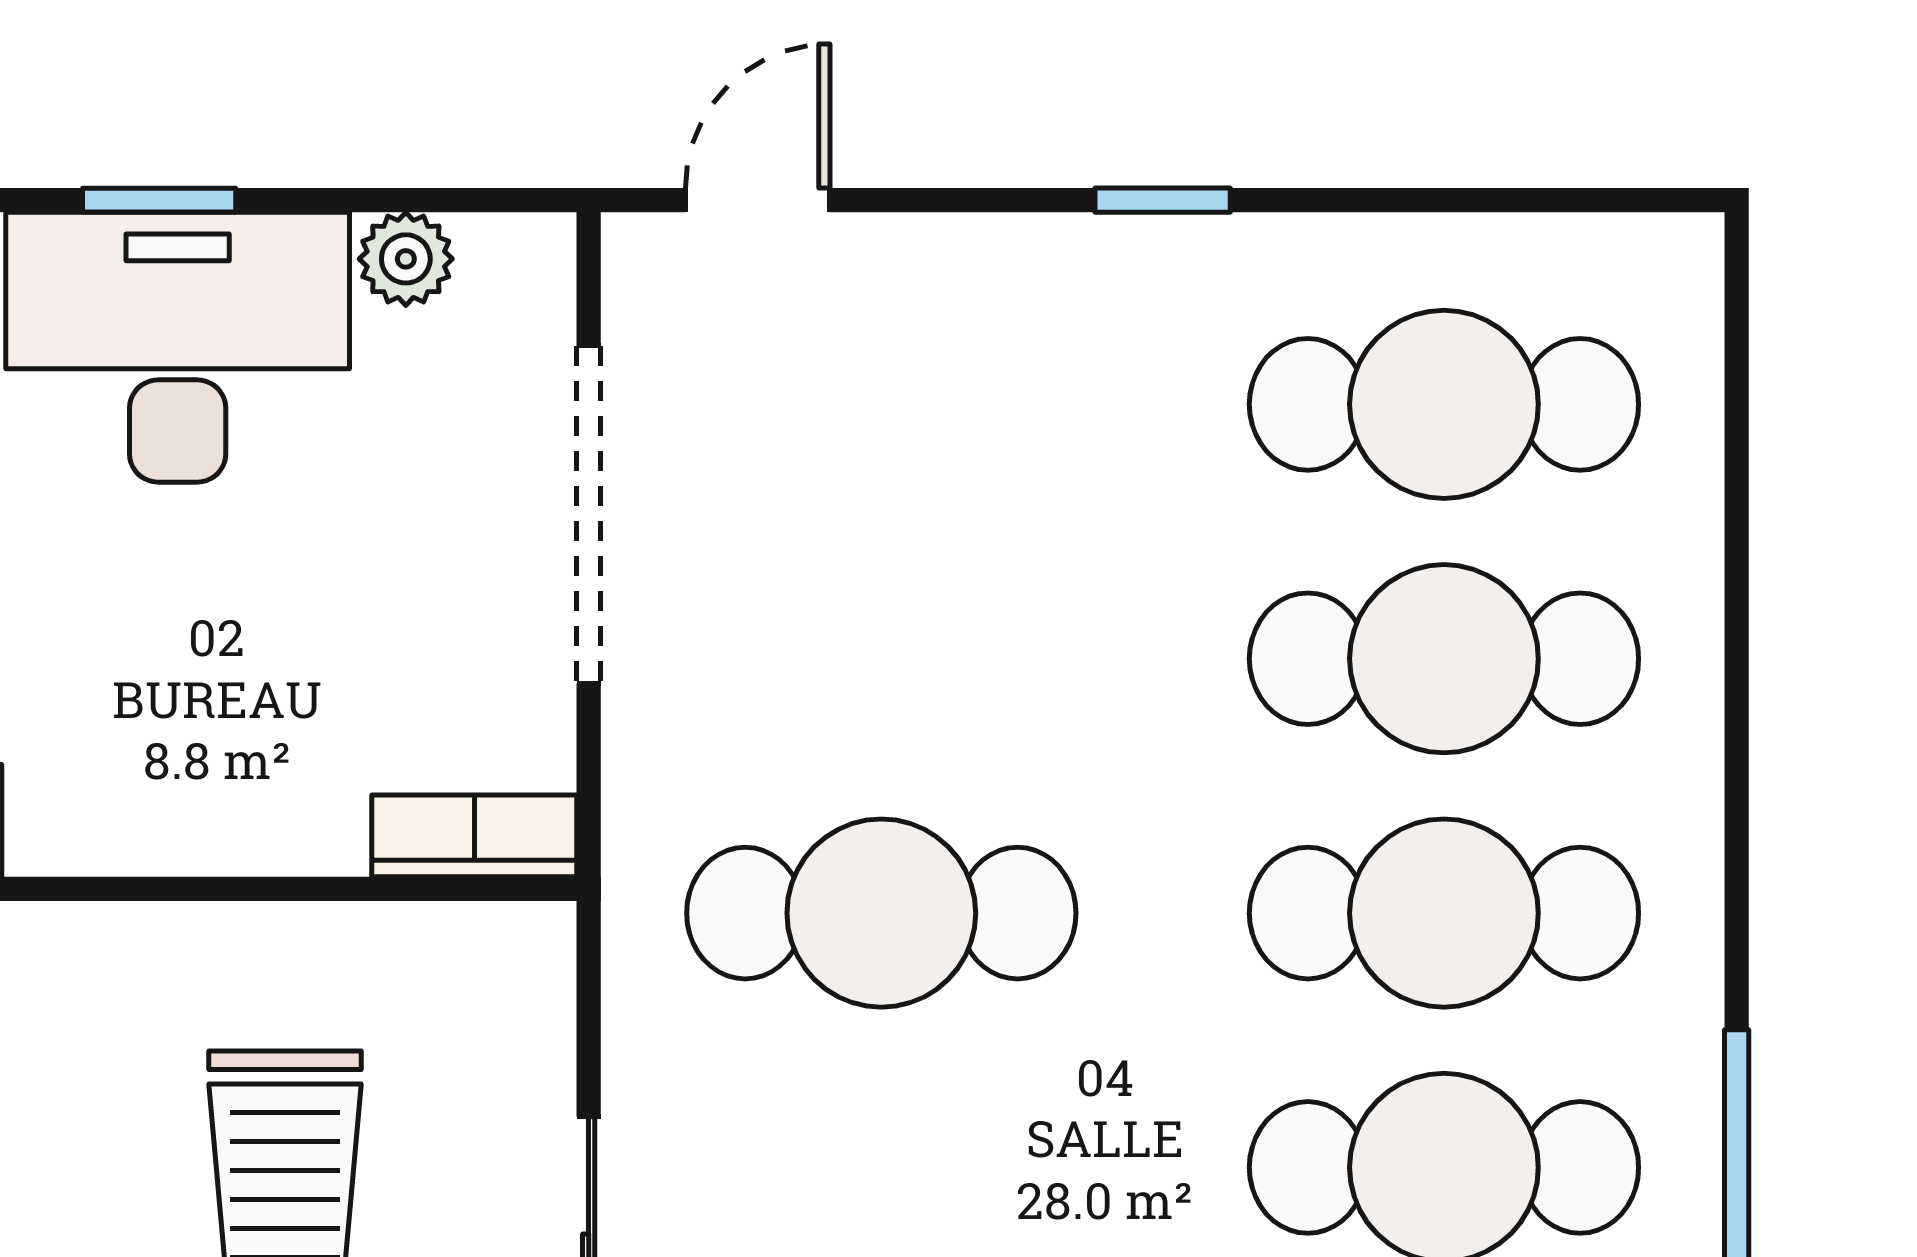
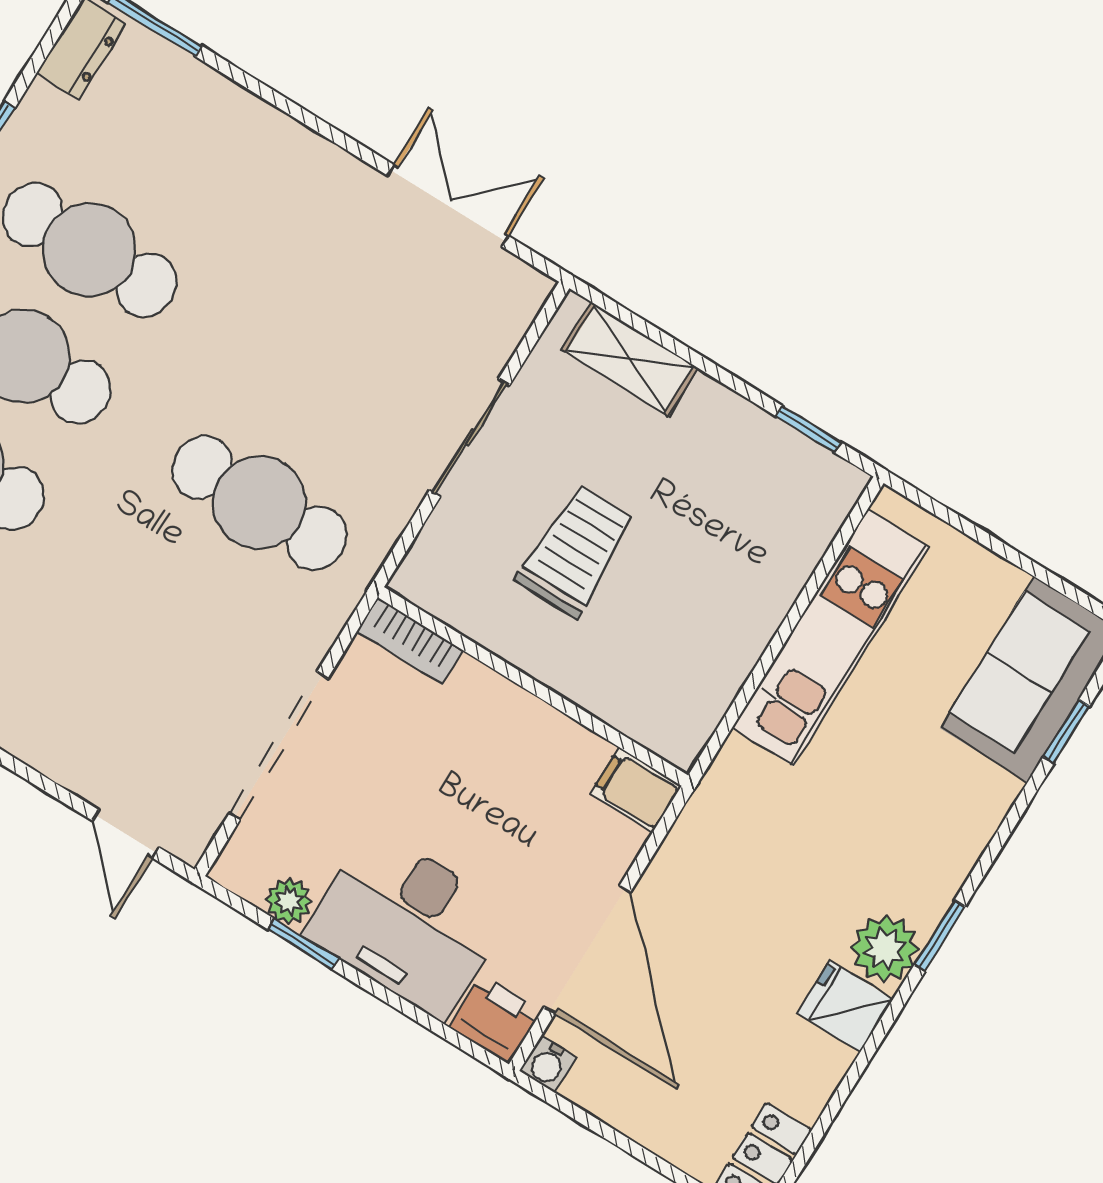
window: (159, 200) -> (303, 944), moved
door: (758, 200) -> (126, 834), hinge flipped

